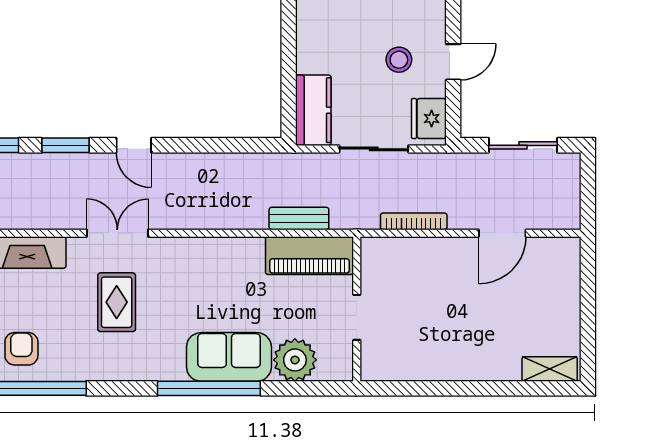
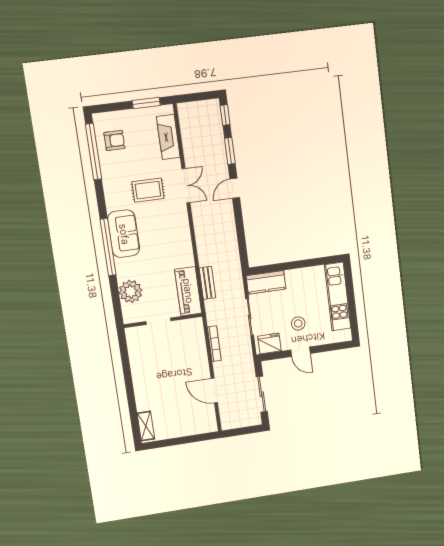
sofa: (229, 357) -> (124, 234), moved

